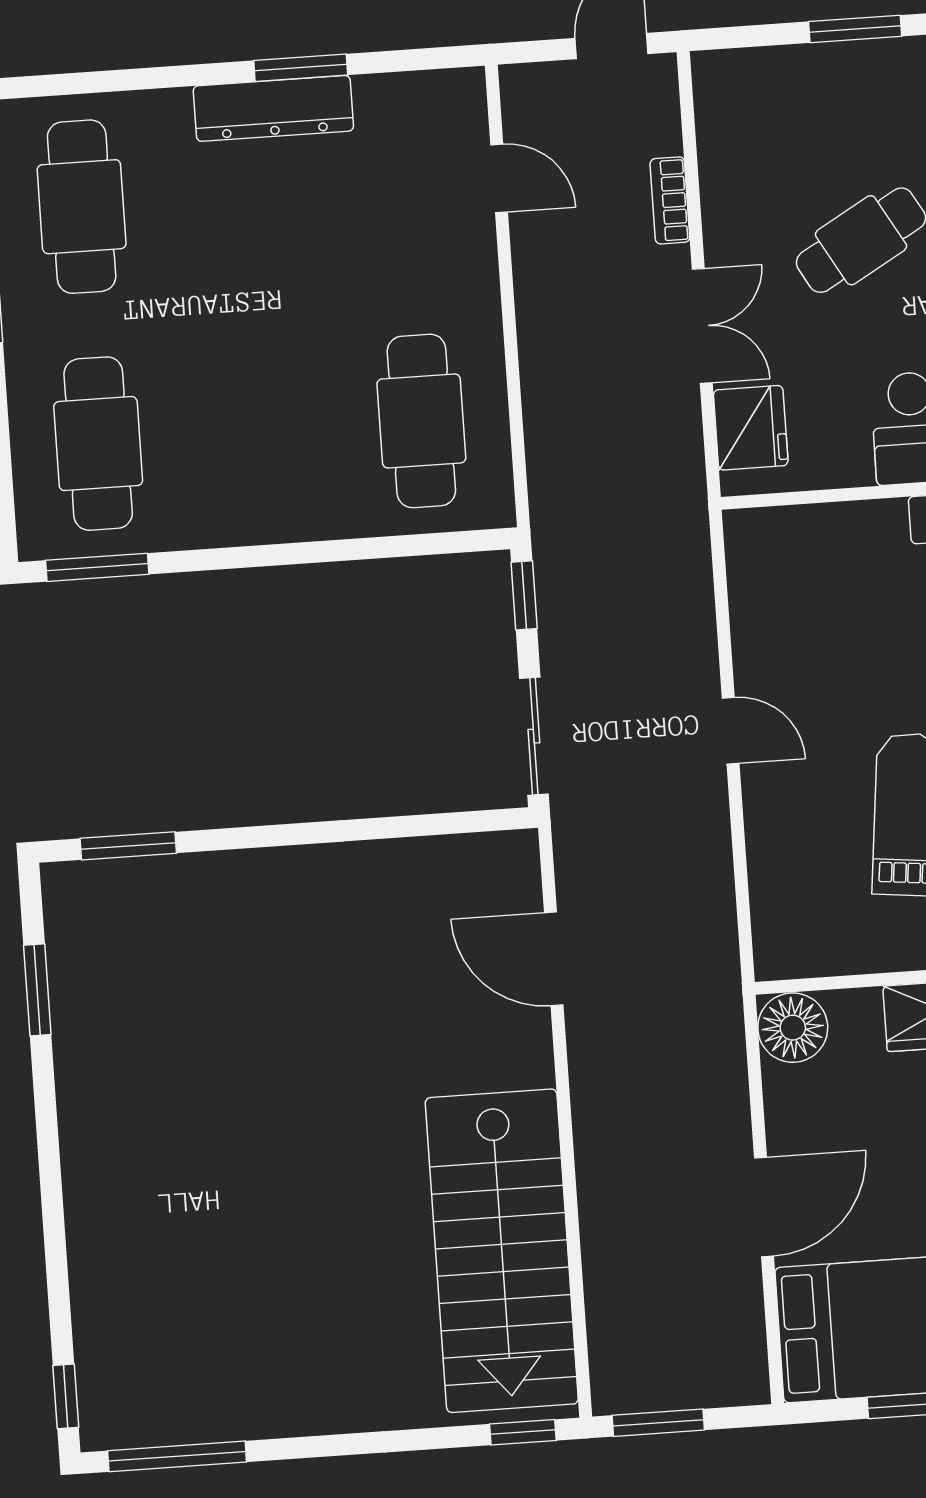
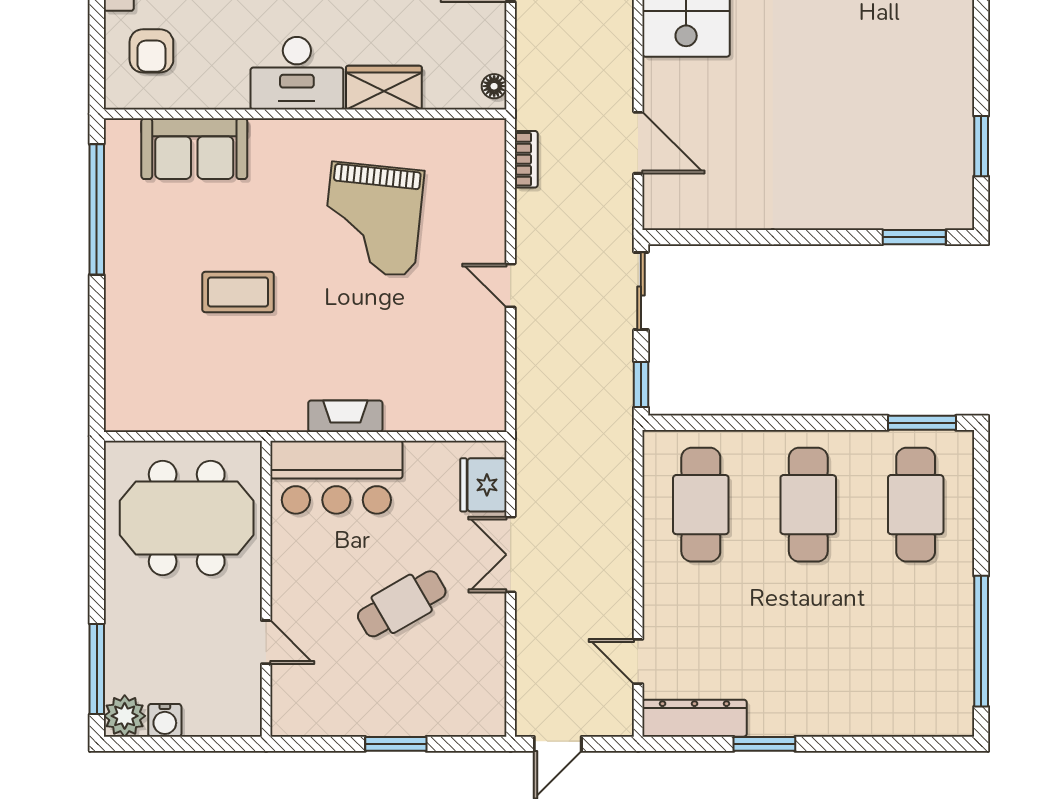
dresser: (273, 108) -> (695, 718), moved
bookcase: (670, 200) -> (526, 159), moved
cafe table: (82, 207) -> (808, 505), moved
floor lamp: (793, 1028) -> (494, 86), width x0.53, depth x0.53

